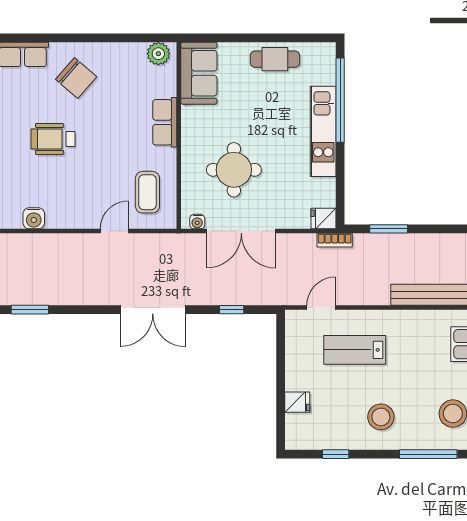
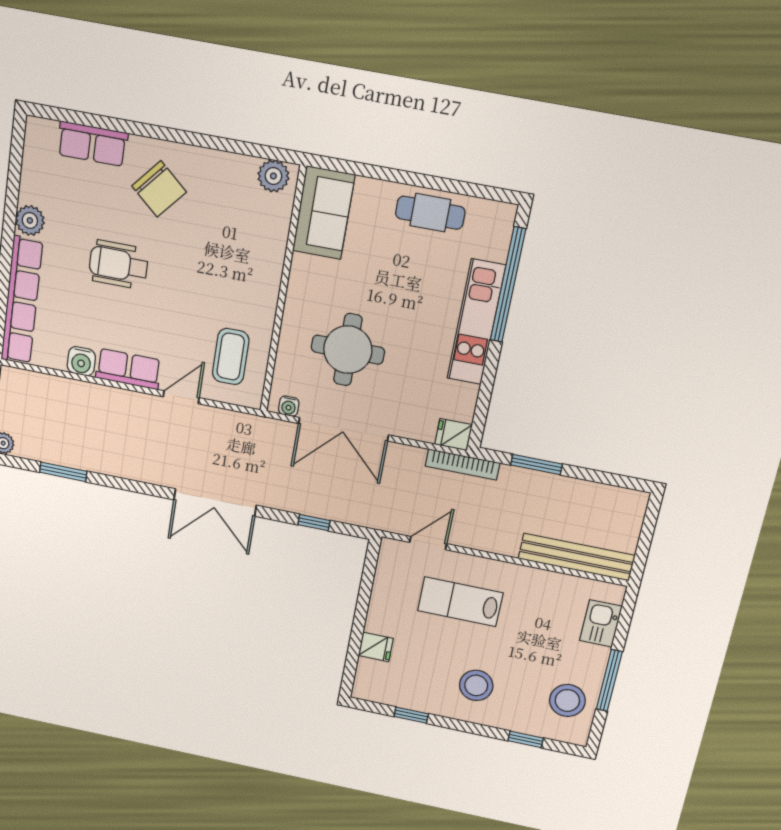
row of seats: (165, 122) -> (128, 369), moved, turned 90
bookcase: (335, 240) -> (463, 464), width x1.56
window: (428, 454) -> (526, 739), width x0.46

